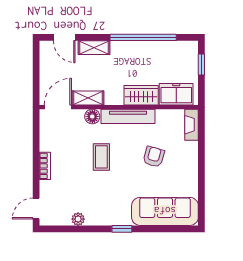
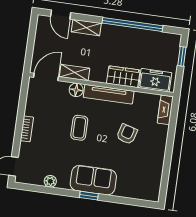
sofa: (165, 211) -> (93, 180), moved, width x0.73

